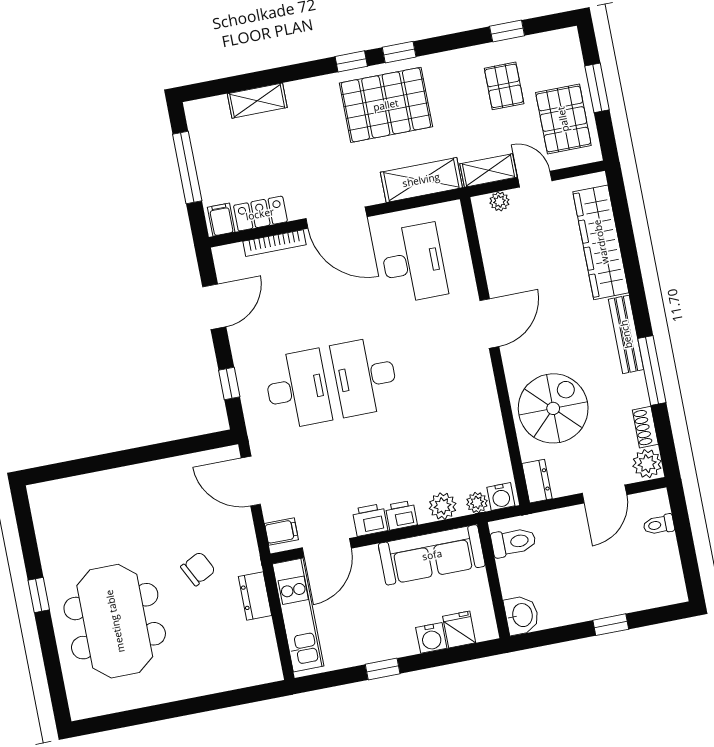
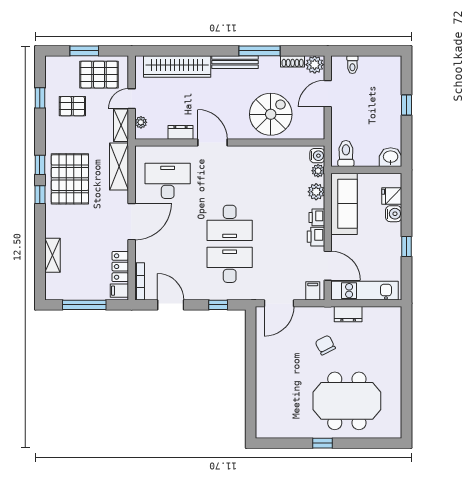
bookcase: (275, 243) -> (140, 281), moved
spiral stairs: (553, 408) -> (271, 114), turned 90
dresser: (537, 481) -> (180, 132), moved
door: (604, 494) -> (328, 94), swing flipped

